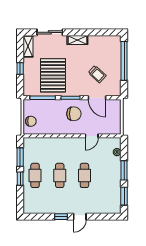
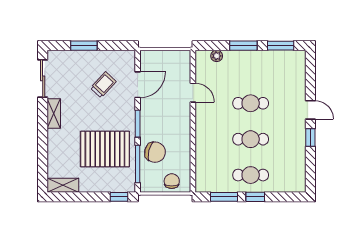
sliding door: (50, 32) -> (43, 78), moved
window: (124, 61) -> (84, 46), width x0.47
window: (20, 68) -> (119, 197), moved
chair: (74, 114) -> (155, 152), moved, turned 104

